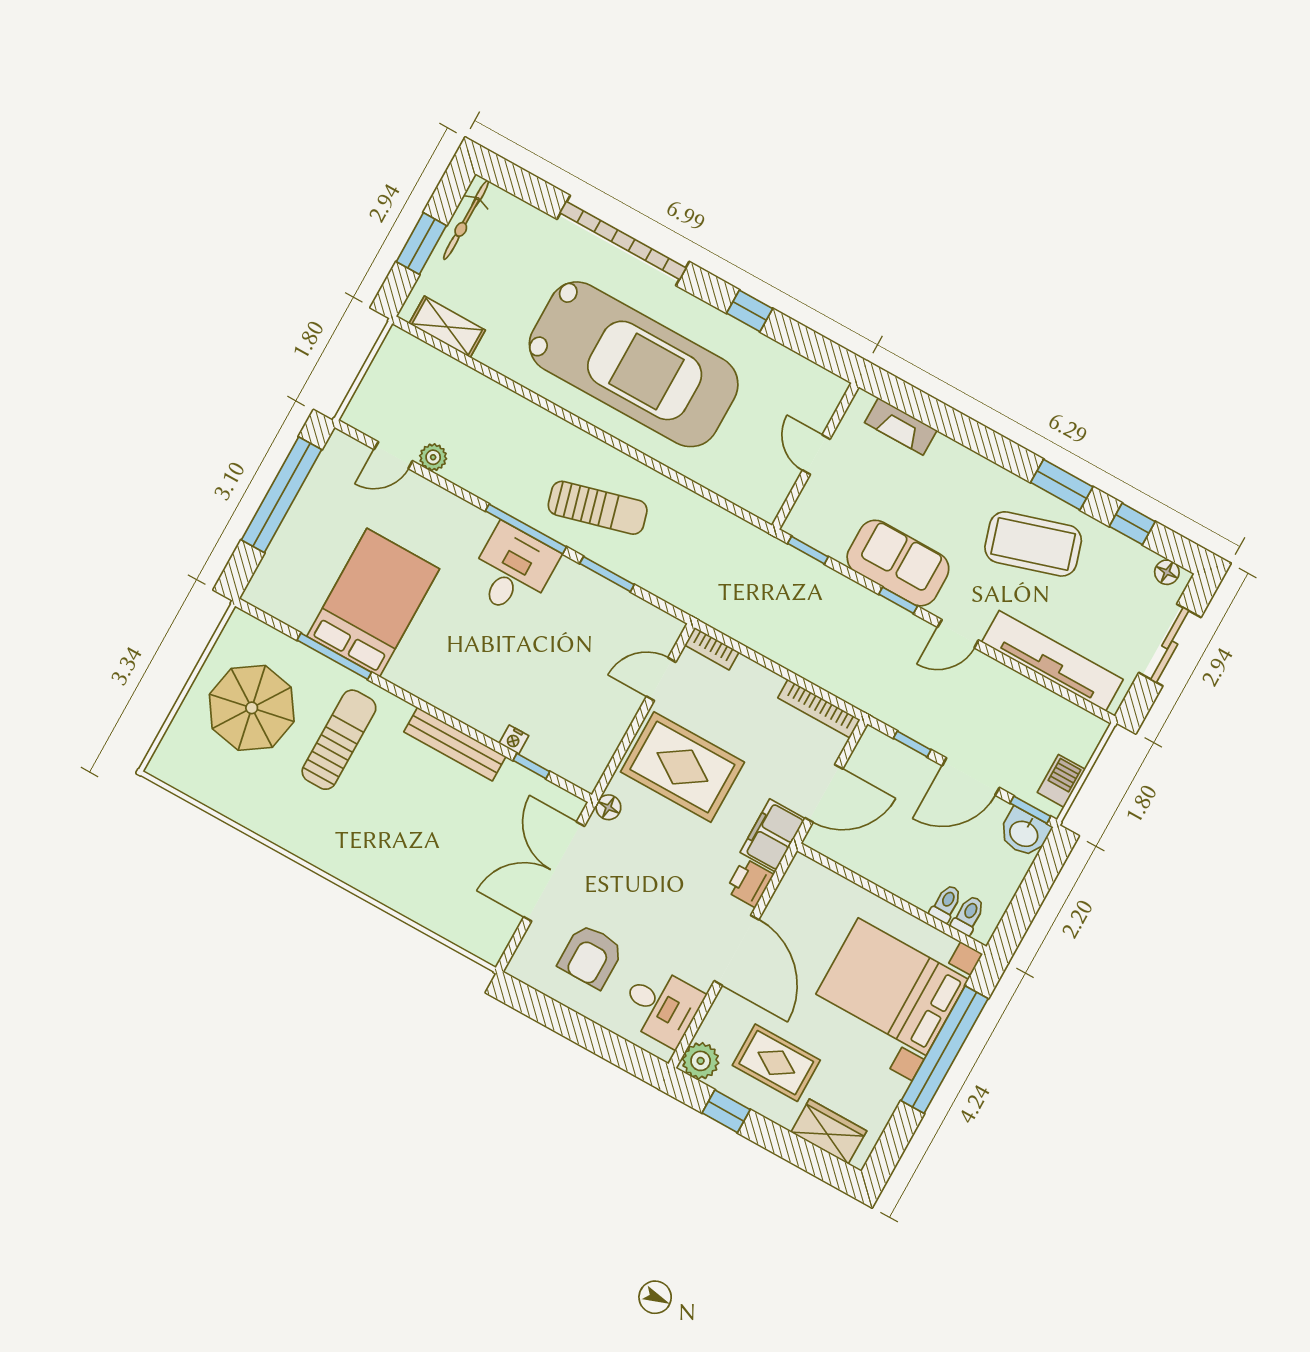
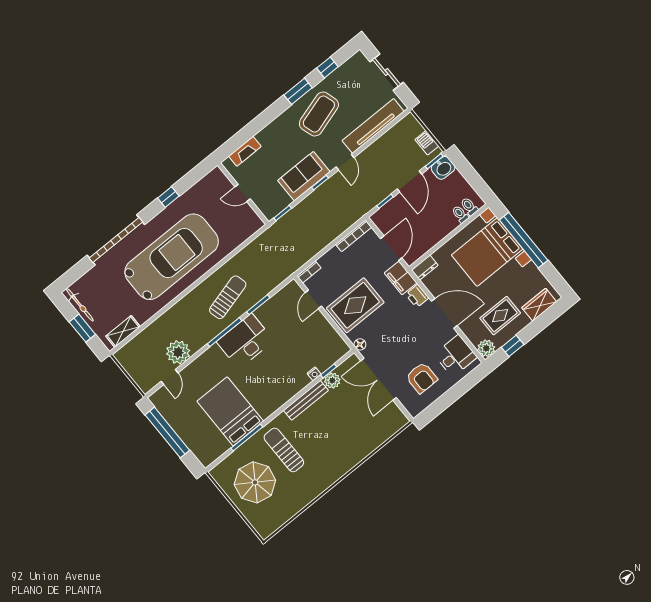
plant: (433, 457) -> (178, 352), width x1.88, depth x1.88
desk: (513, 570) -> (245, 341), width x1.37
floor lamp: (1167, 572) -> (354, 61), removed
plant: (515, 781) -> (332, 380), added
dresser: (812, 875) -> (425, 268), added

